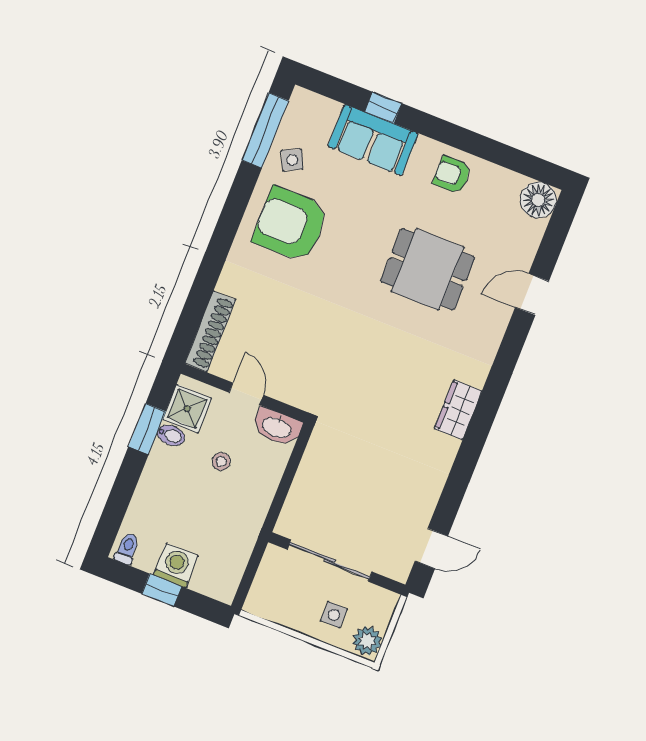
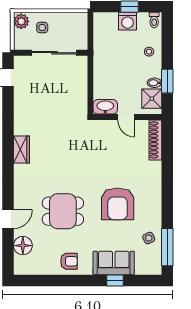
floor lamp: (538, 200) -> (23, 246), moved
armchair: (290, 224) -> (118, 204), moved, turned 90
stool: (221, 462) -> (149, 52), moved

